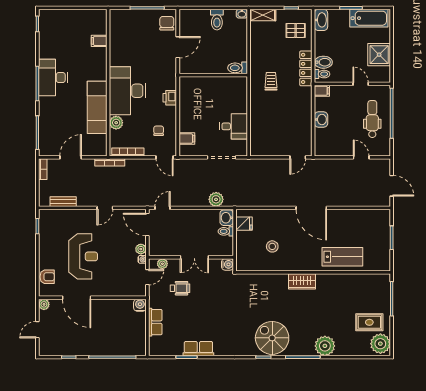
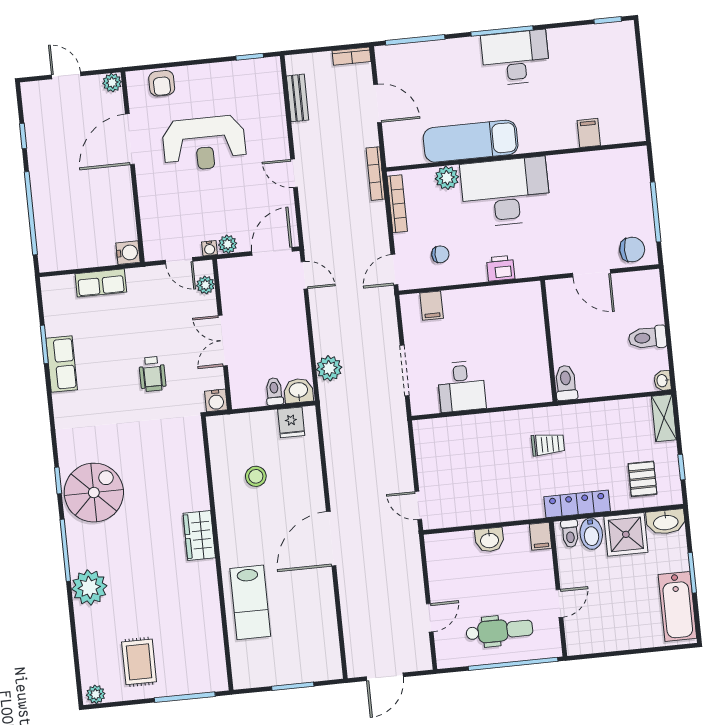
shower: (379, 55) -> (626, 534), moved
wheelchair: (180, 288) -> (152, 374), moved
plant: (380, 344) -> (96, 694), width x0.53, depth x0.53

